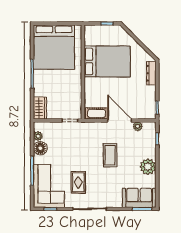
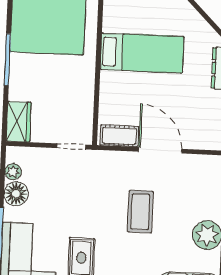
bed: (107, 62) -> (142, 53), width x0.67
plant: (138, 126) -> (192, 162), removed

